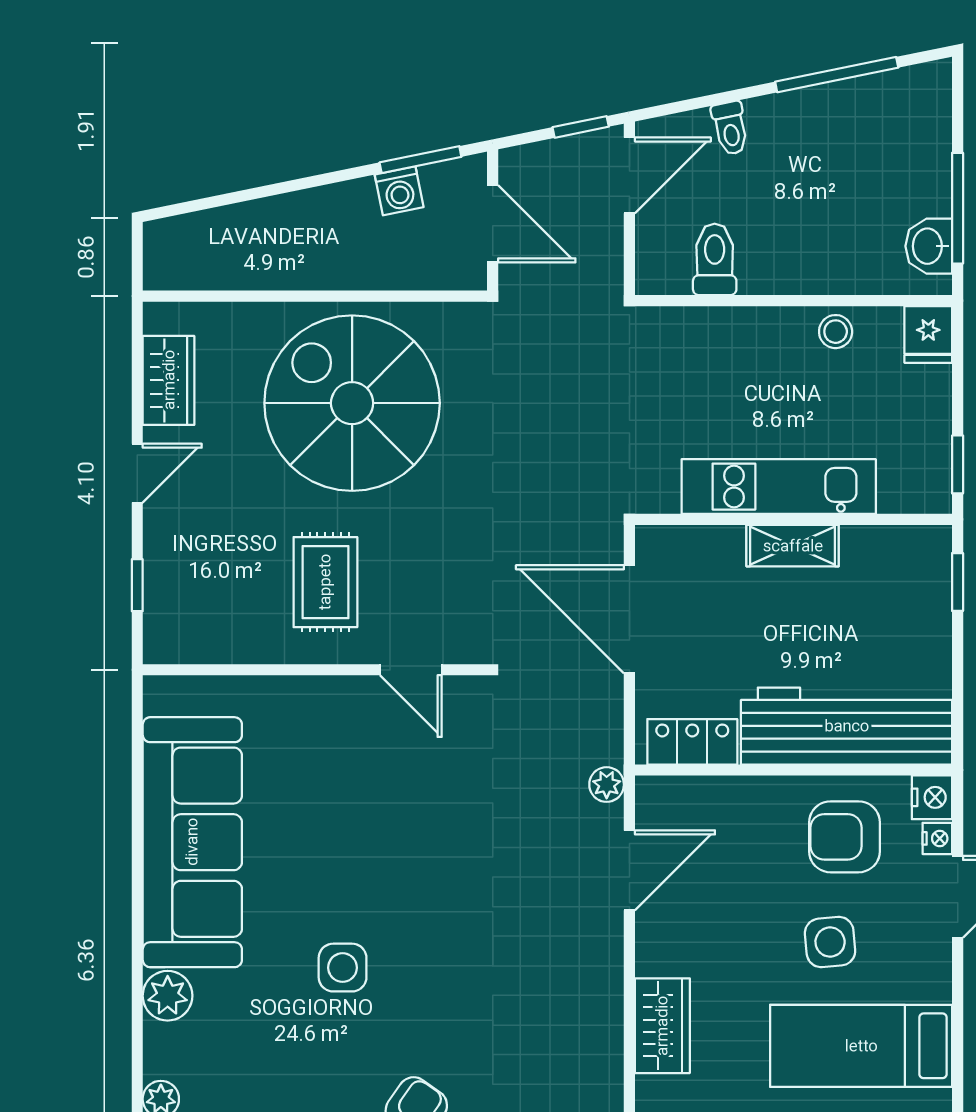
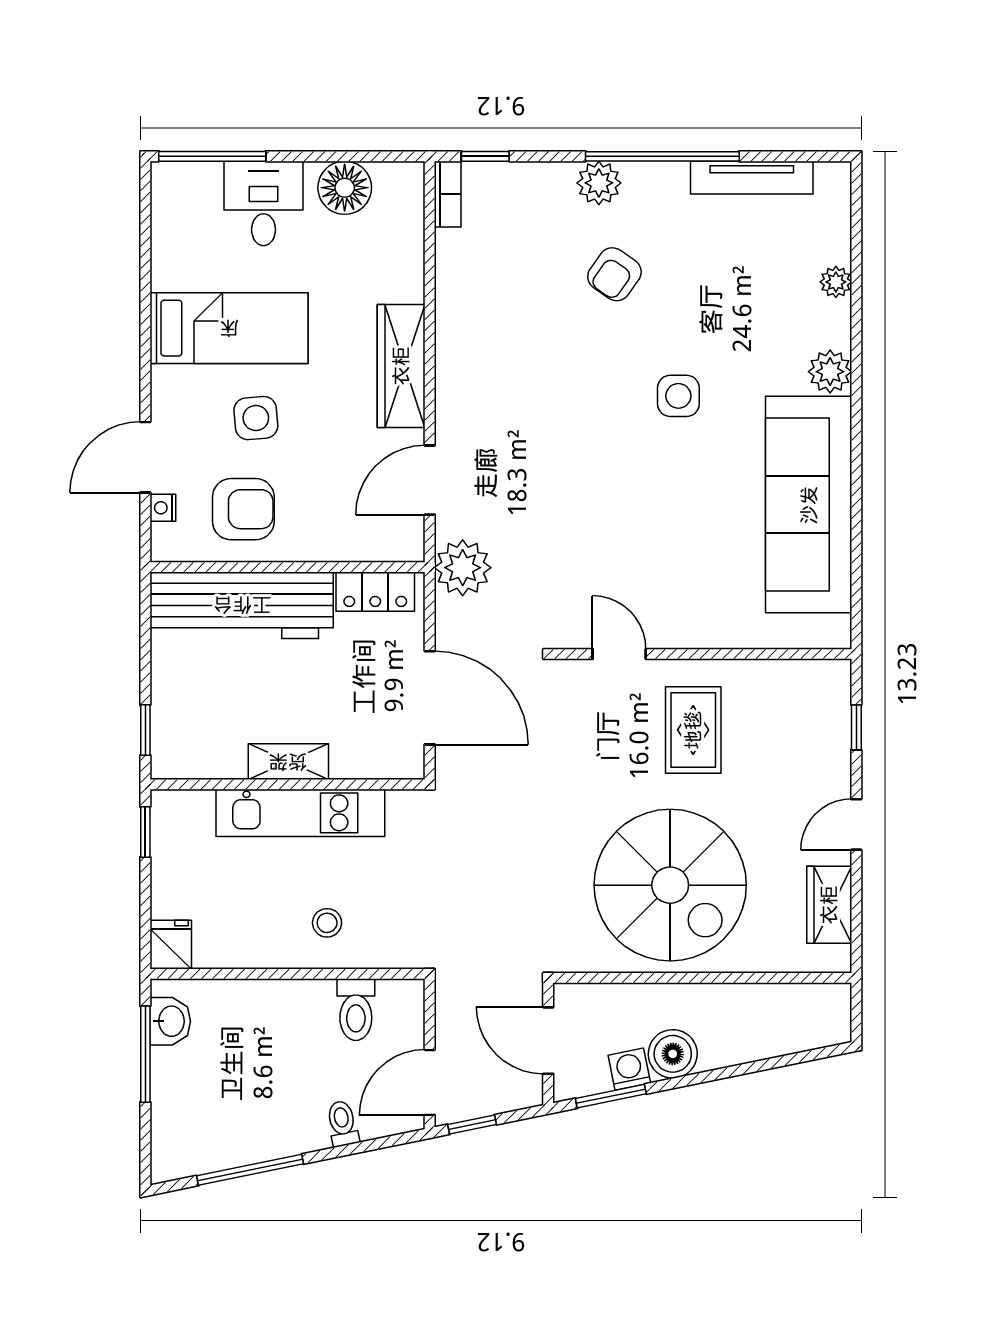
boiler: (349, 208) -> (673, 1054), added
stool: (836, 332) -> (327, 923), moved
plant: (607, 785) -> (463, 568), width x1.88, depth x1.88
nightstand: (932, 797) -> (168, 543), removed
wardrobe: (662, 1026) -> (401, 366), width x1.50

